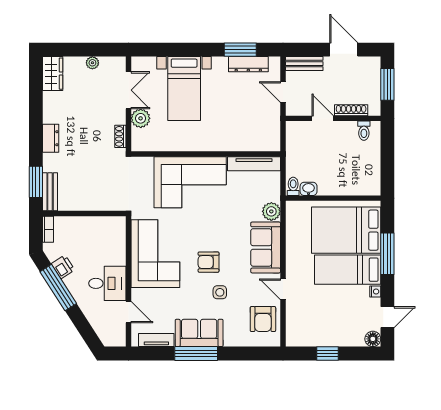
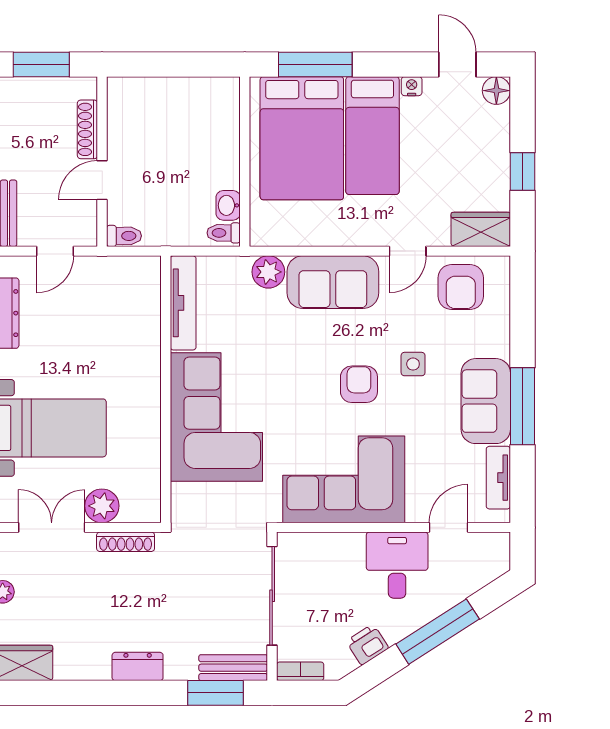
toilet: (364, 131) -> (124, 236), moved
shoe rack: (120, 136) -> (126, 542), width x1.43
sliding door: (90, 213) -> (272, 596), added
window: (387, 254) -> (315, 64), moved
armchair: (209, 262) -> (359, 384), turned 180
window: (58, 288) -> (438, 632), moved
armchair: (263, 319) -> (461, 287), turned 90
wardrobe: (295, 330) -> (481, 229), added

